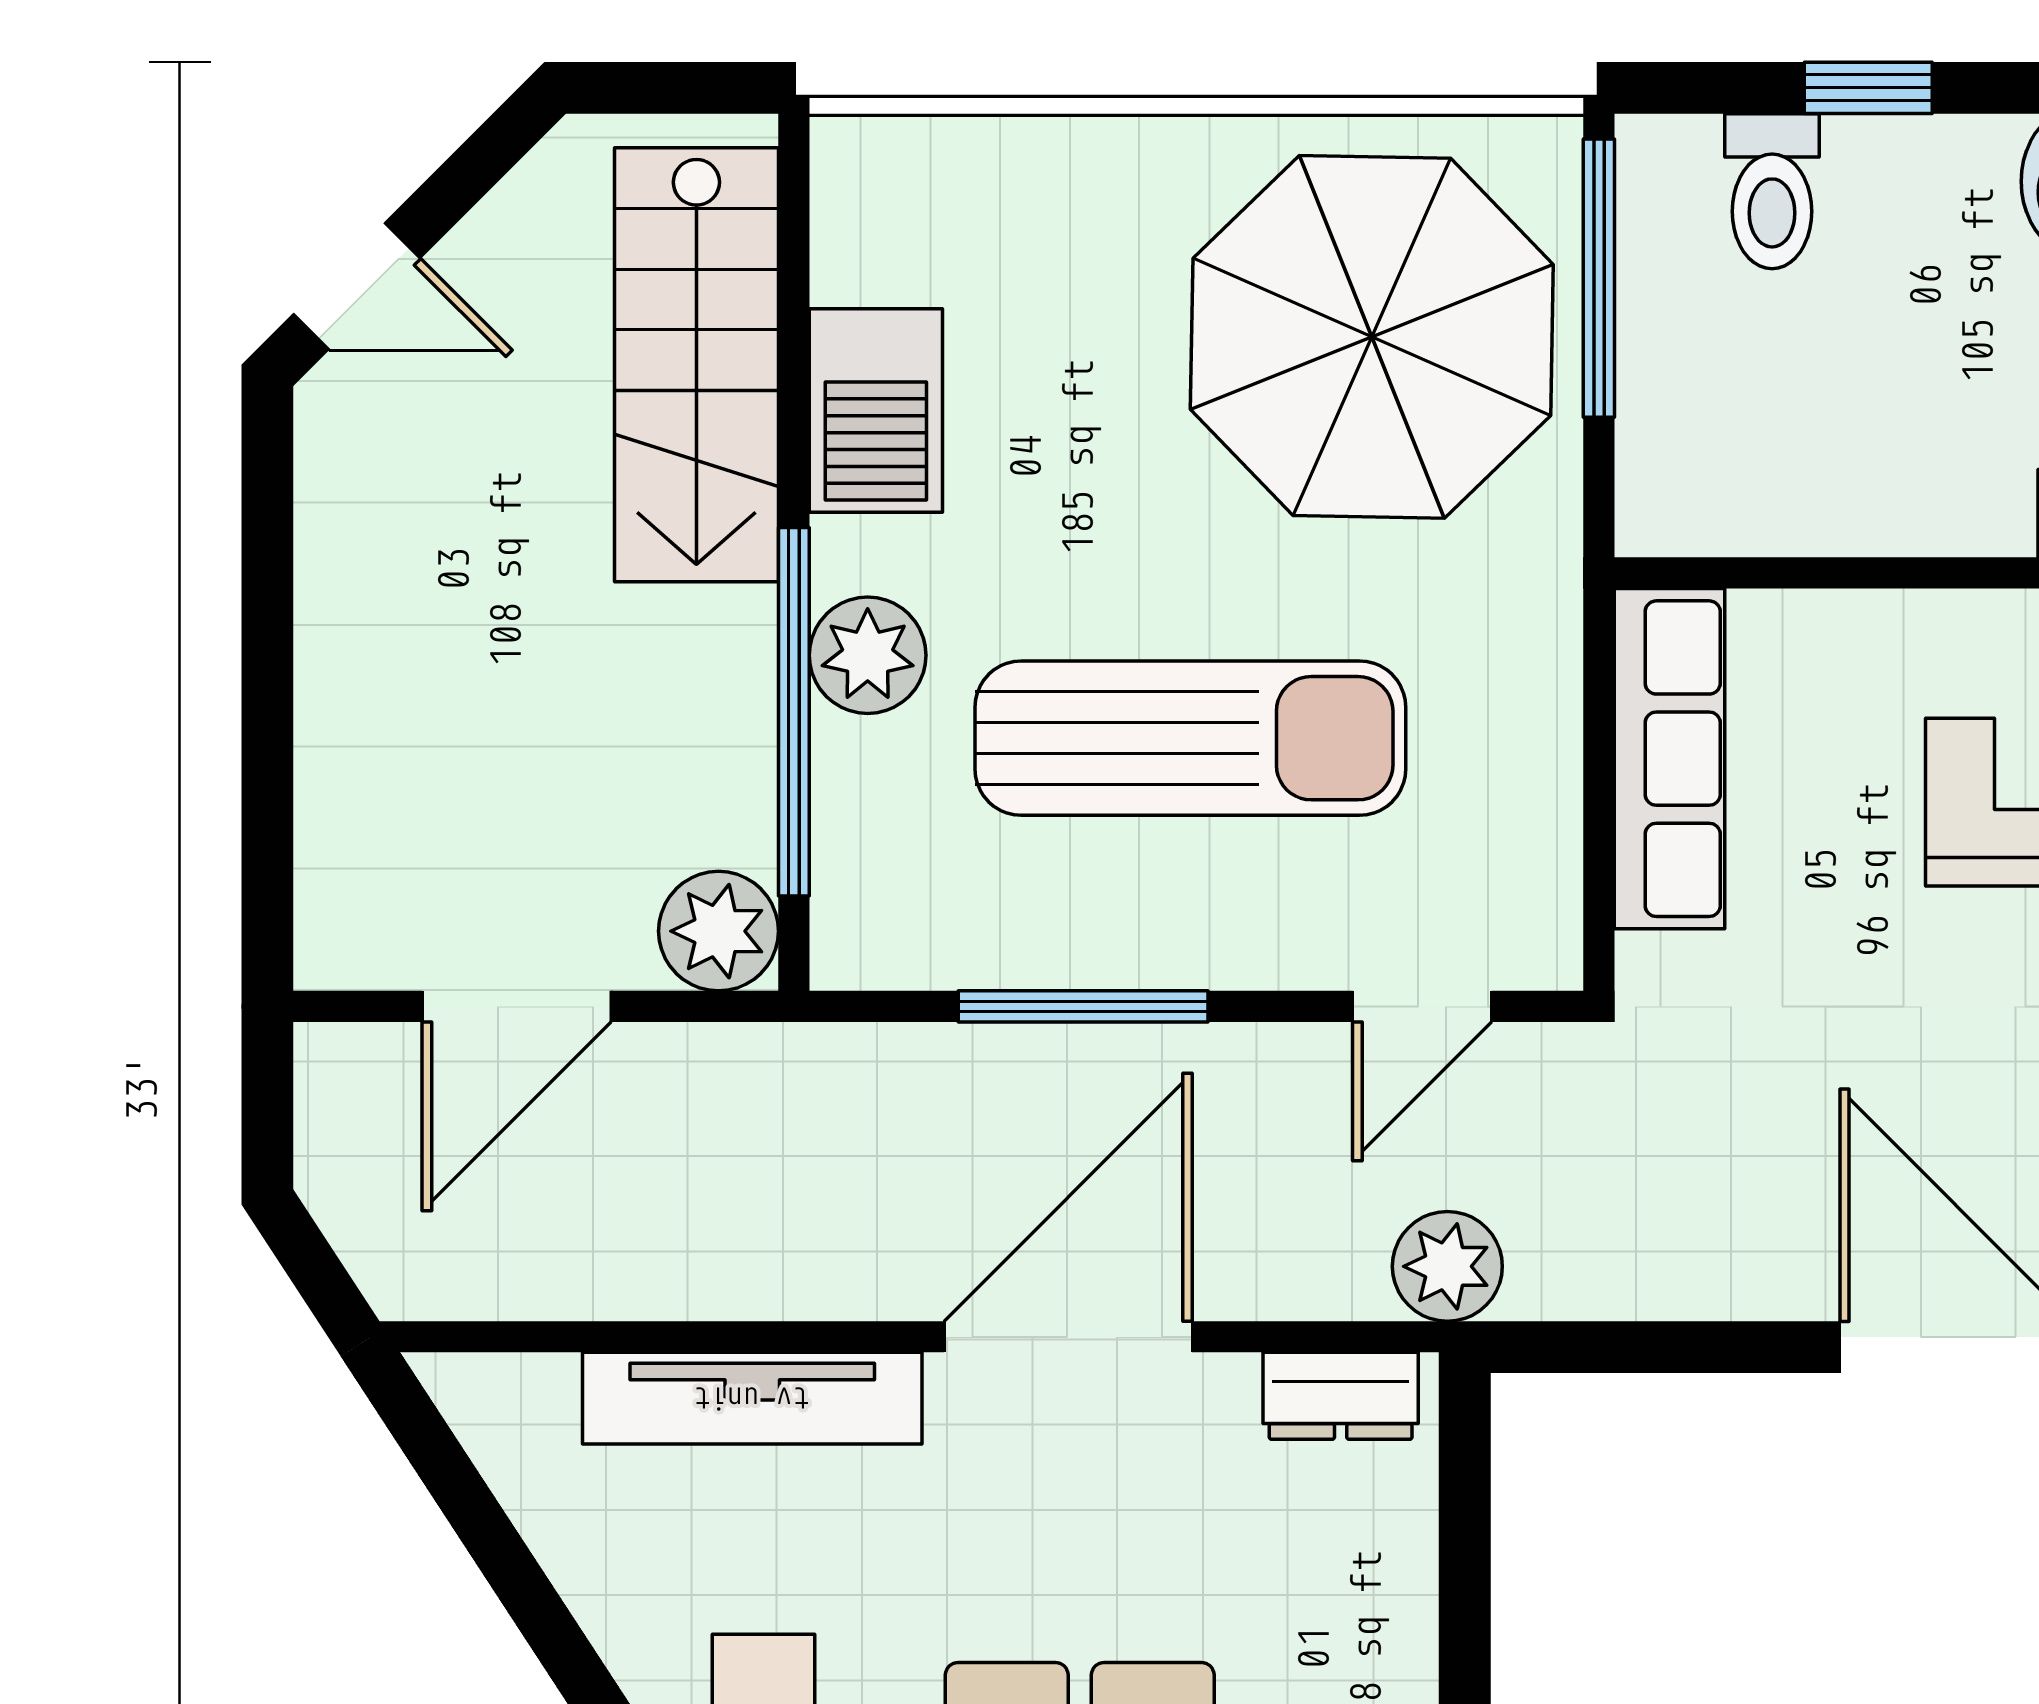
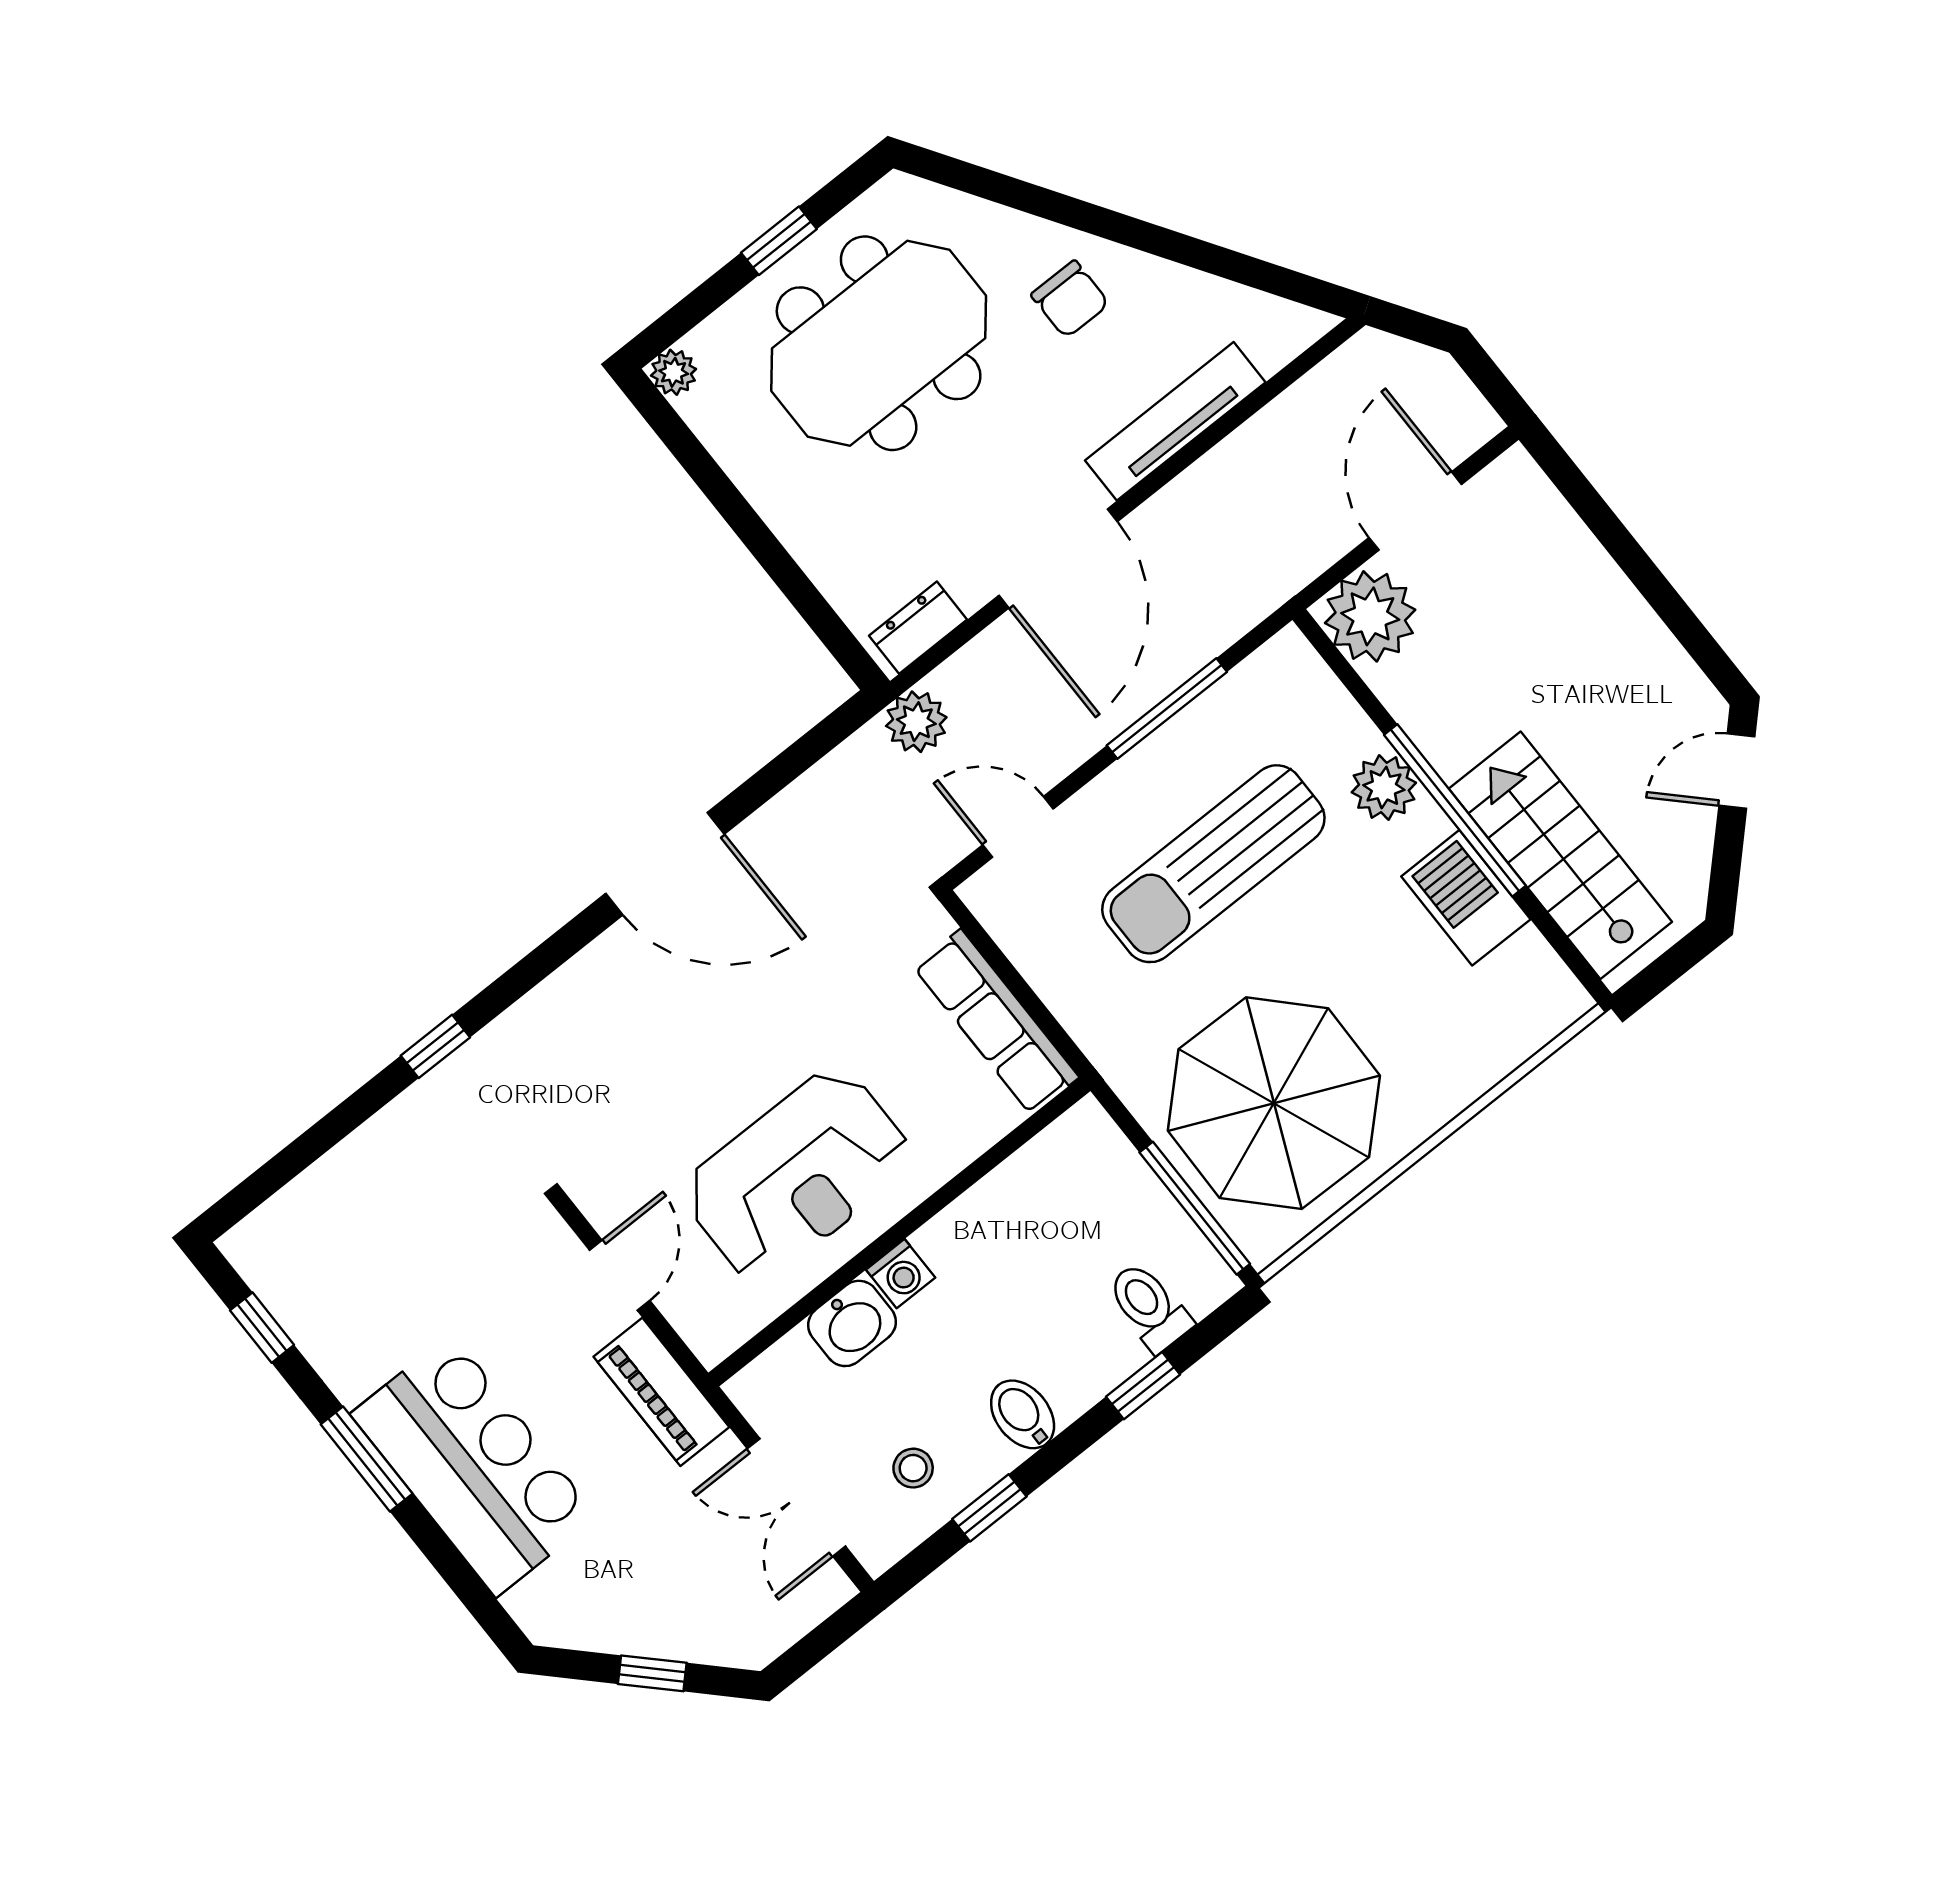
window: (794, 712) -> (1455, 810), moved
plant: (719, 931) -> (1370, 616), width x1.36, depth x1.36
door: (1422, 1006) -> (1018, 827), hinge flipped

